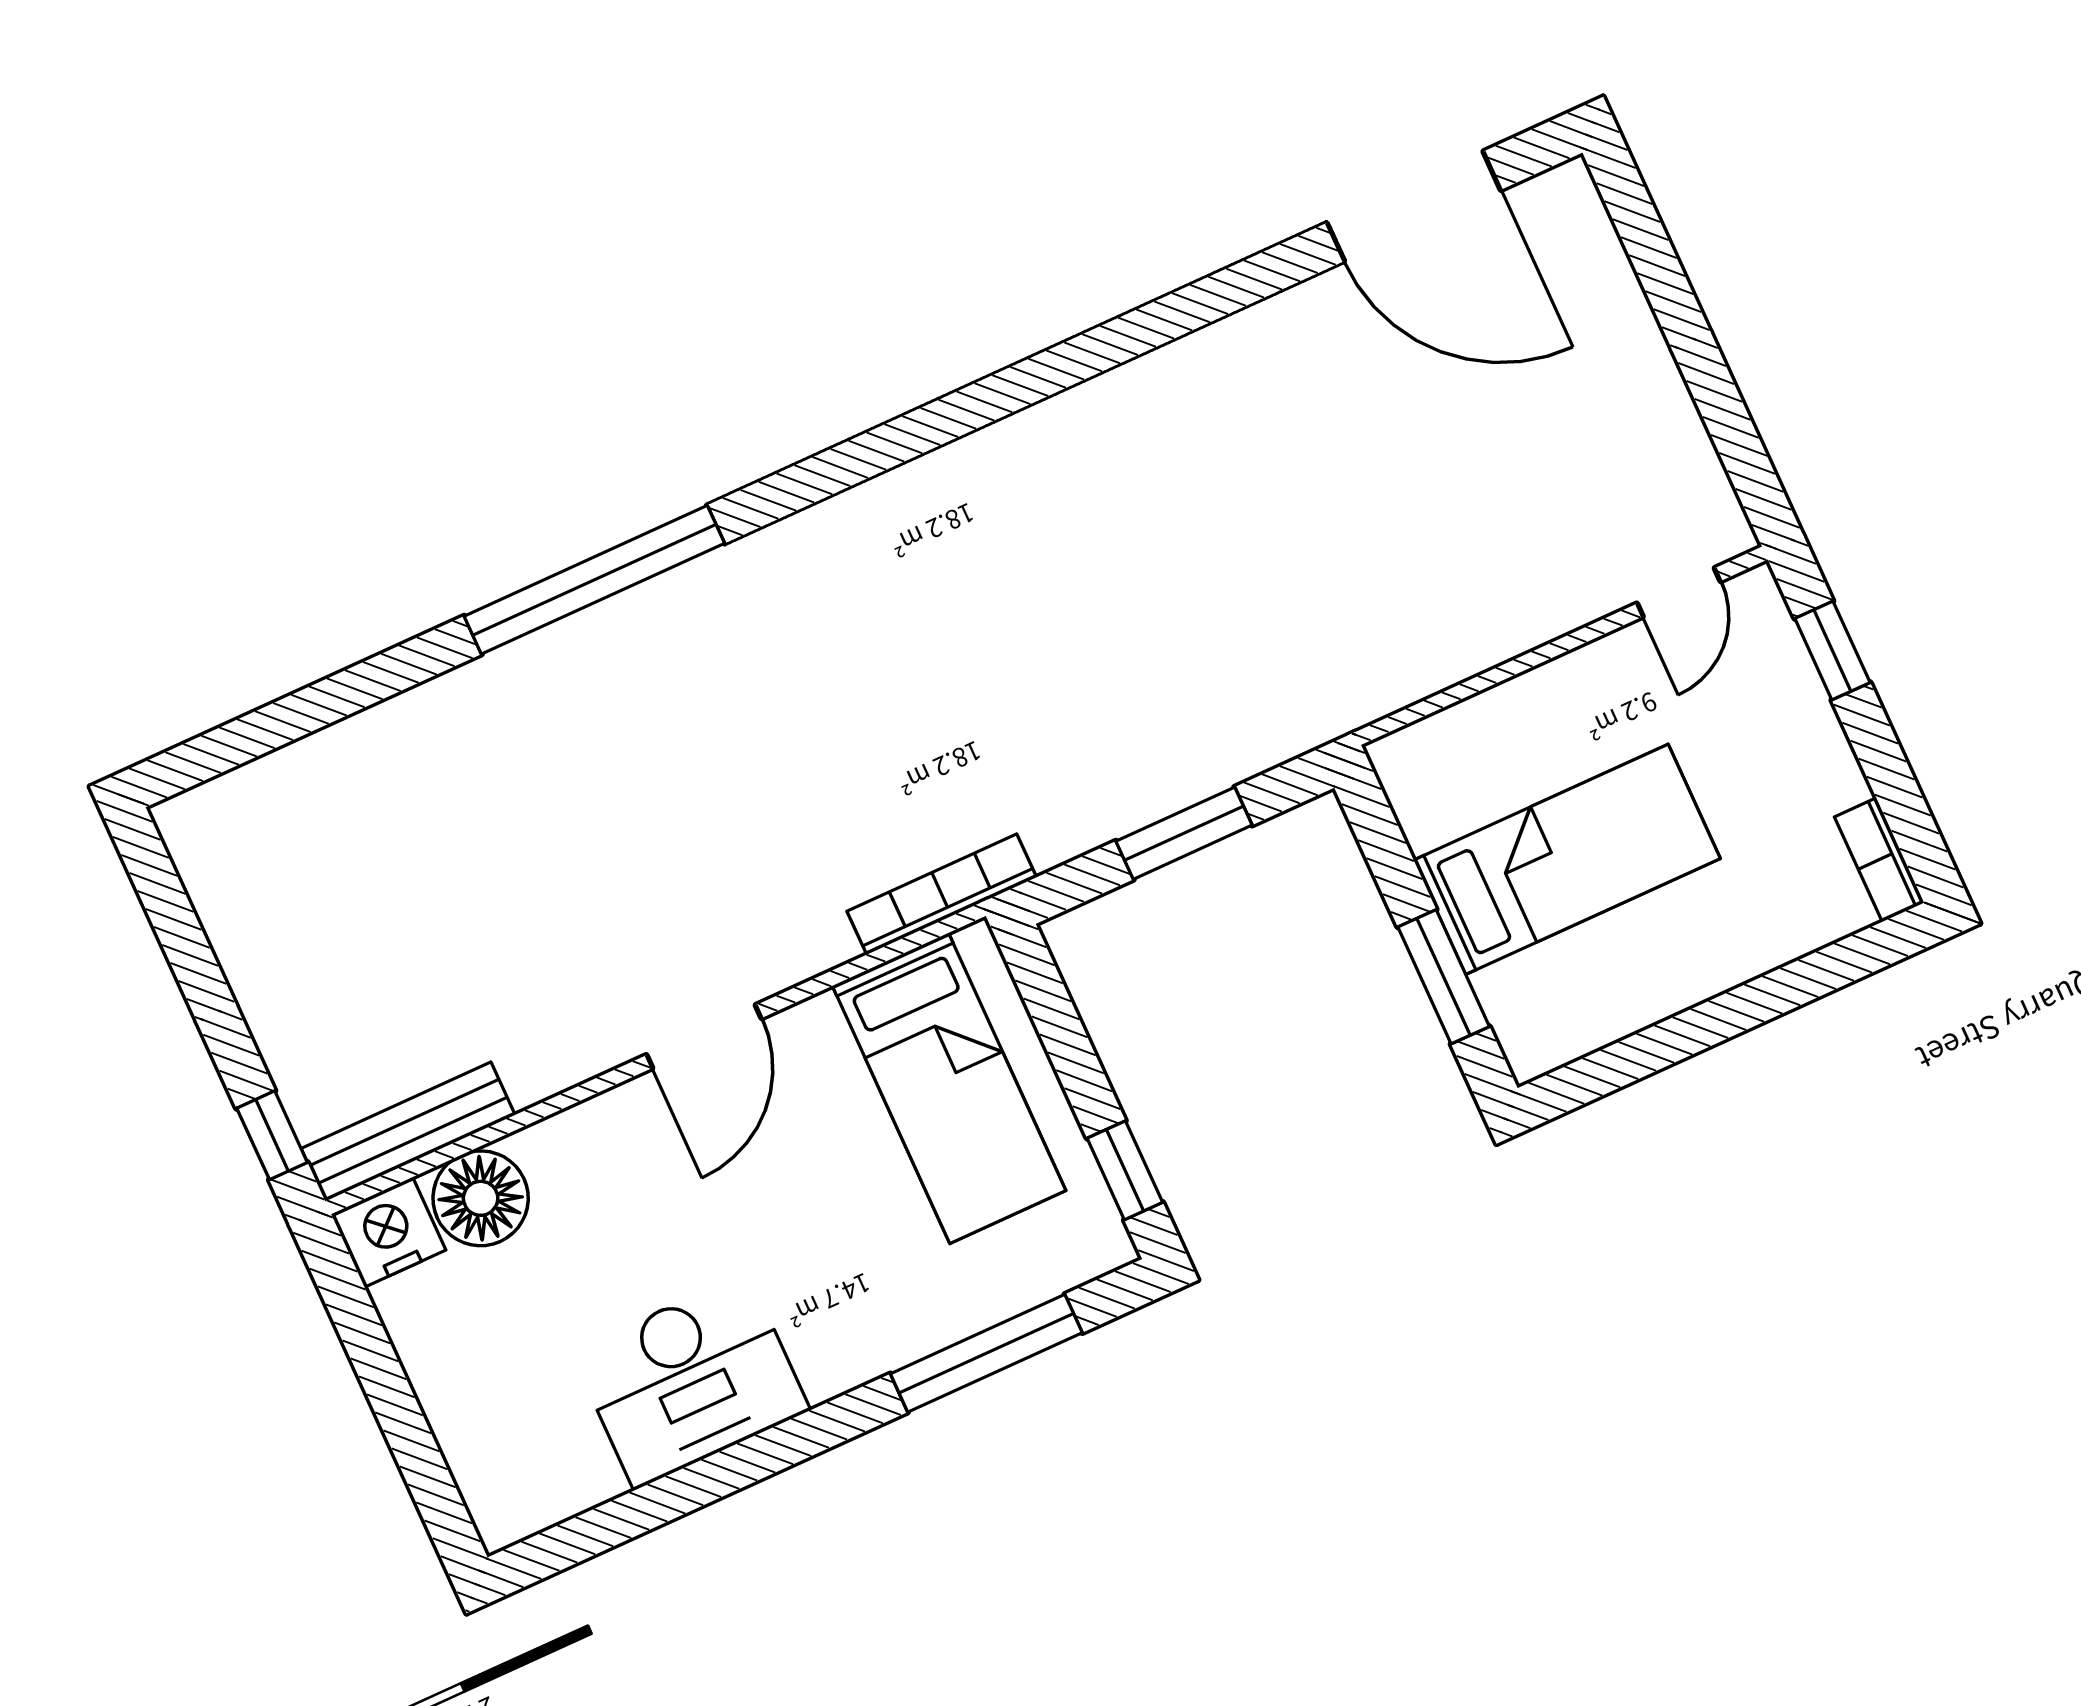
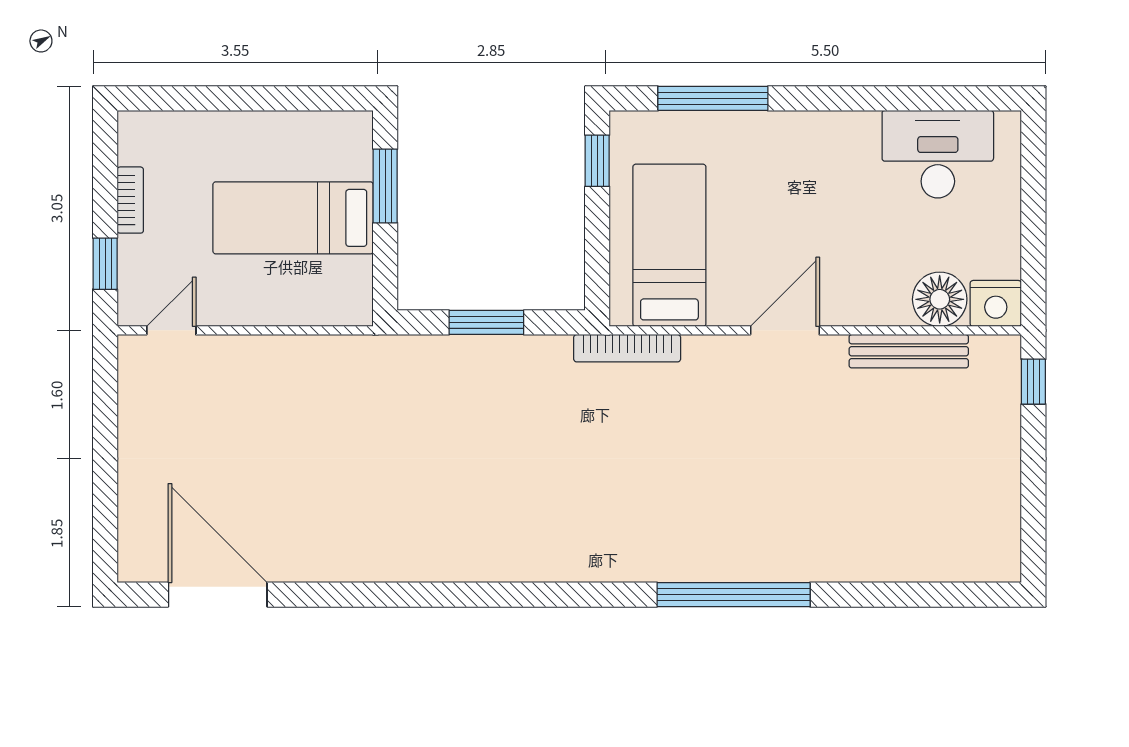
bookcase: (1879, 860) -> (130, 200), moved
bench: (408, 1132) -> (909, 351), moved
desk: (691, 1381) -> (938, 154), moved

